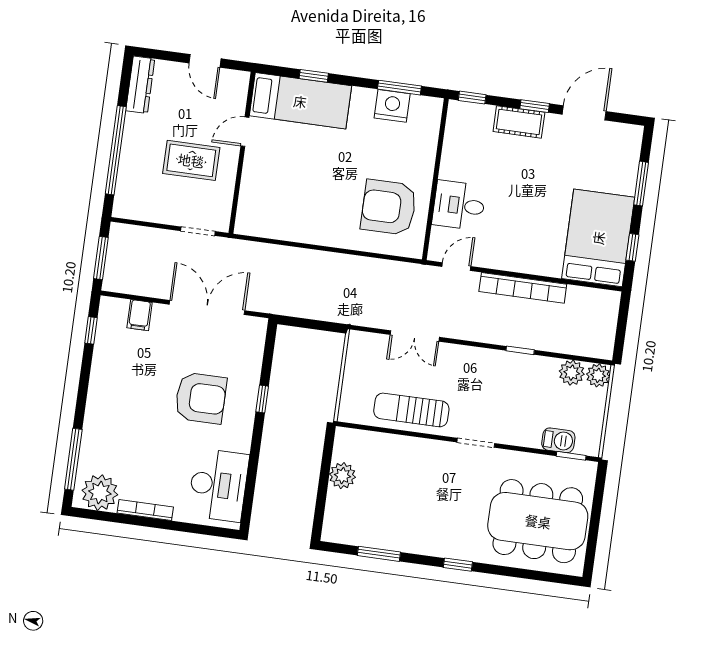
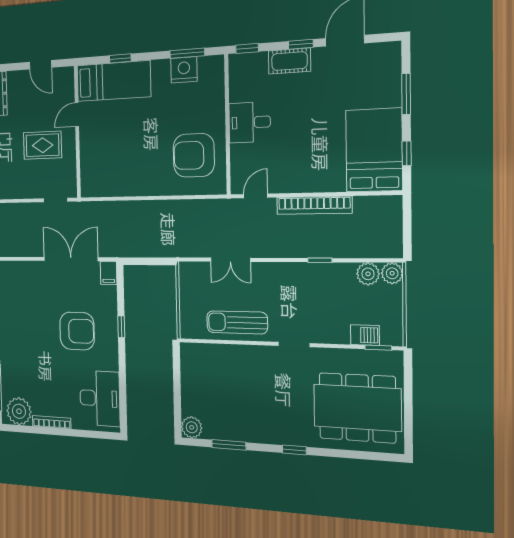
desk: (459, 205) -> (250, 122), moved
filing cabinet: (140, 315) -> (109, 273), moved
plant: (342, 476) -> (192, 427), moved

